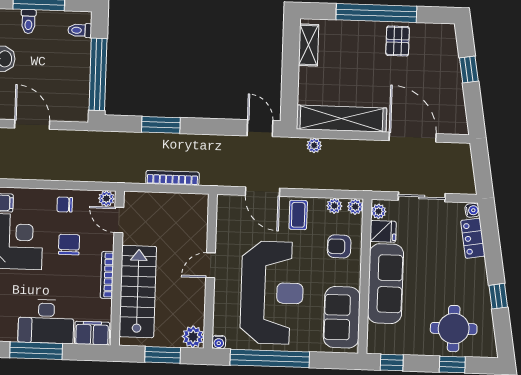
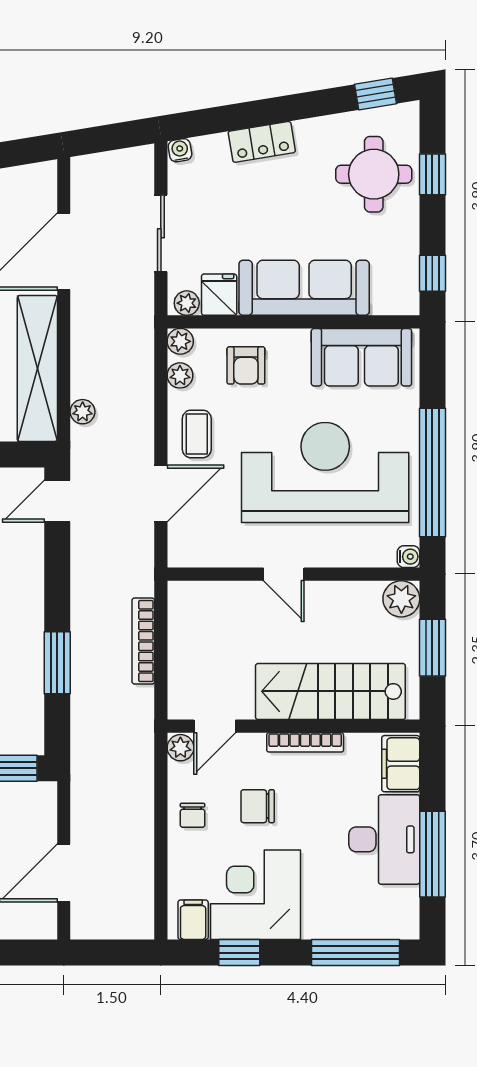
coffee table: (298, 215) -> (197, 434), turned 90
locker: (473, 238) -> (262, 142), moved
window: (498, 296) -> (376, 94), moved

